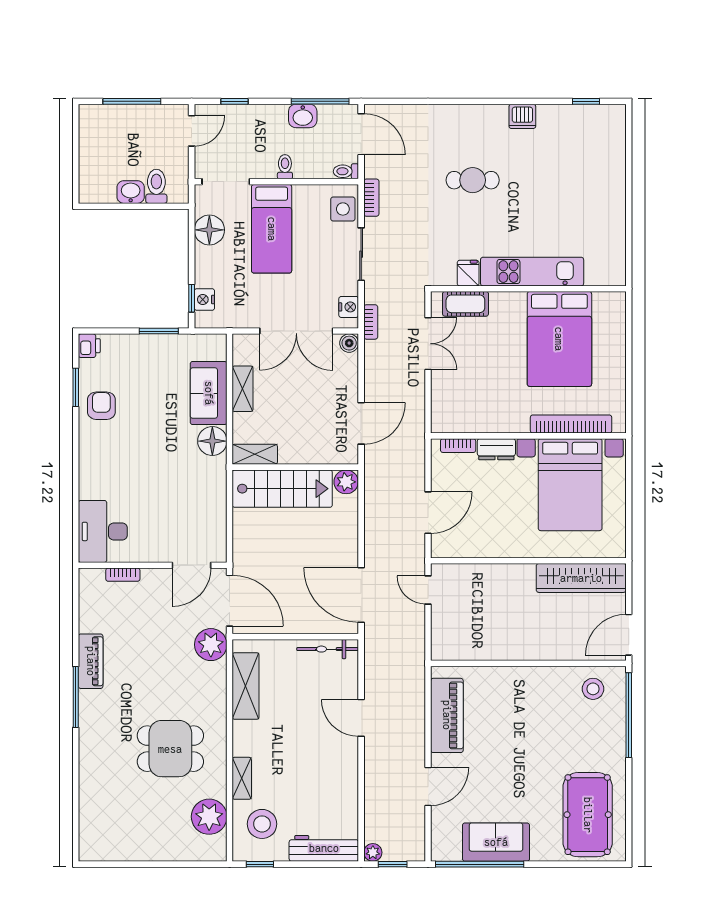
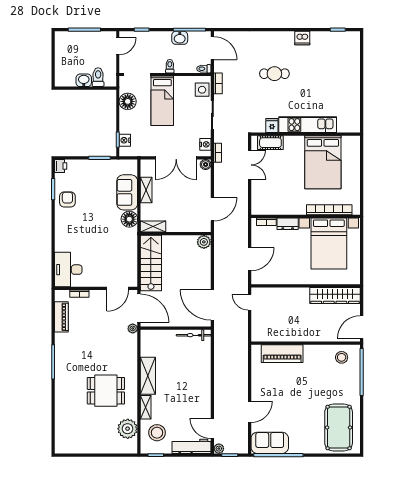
stairs: (282, 489) -> (151, 263), moved, turned -90
plant: (211, 645) -> (133, 328), width x0.53, depth x0.53
piano: (91, 661) -> (61, 317), moved
shelving: (246, 686) -> (148, 376), moved
piano: (447, 715) -> (282, 354), moved, turned 90
door: (361, 718) -> (212, 428), moved
sofa: (496, 842) -> (270, 443), moved

